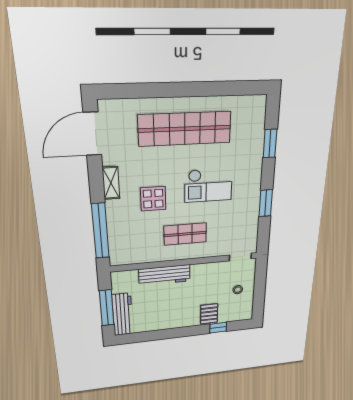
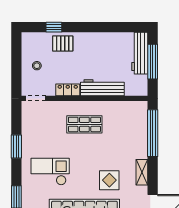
checkout: (208, 185) -> (50, 172), moved
display table: (153, 199) -> (109, 180), moved
locker: (204, 269) -> (68, 90), added
pallet: (209, 314) -> (63, 43), turned 90

